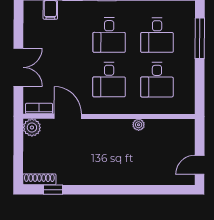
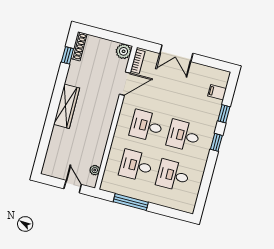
window: (200, 38) -> (131, 202), moved
plant: (139, 125) -> (95, 170), moved
door: (200, 165) -> (73, 187), moved
wardrobe: (111, 176) -> (67, 106), added

